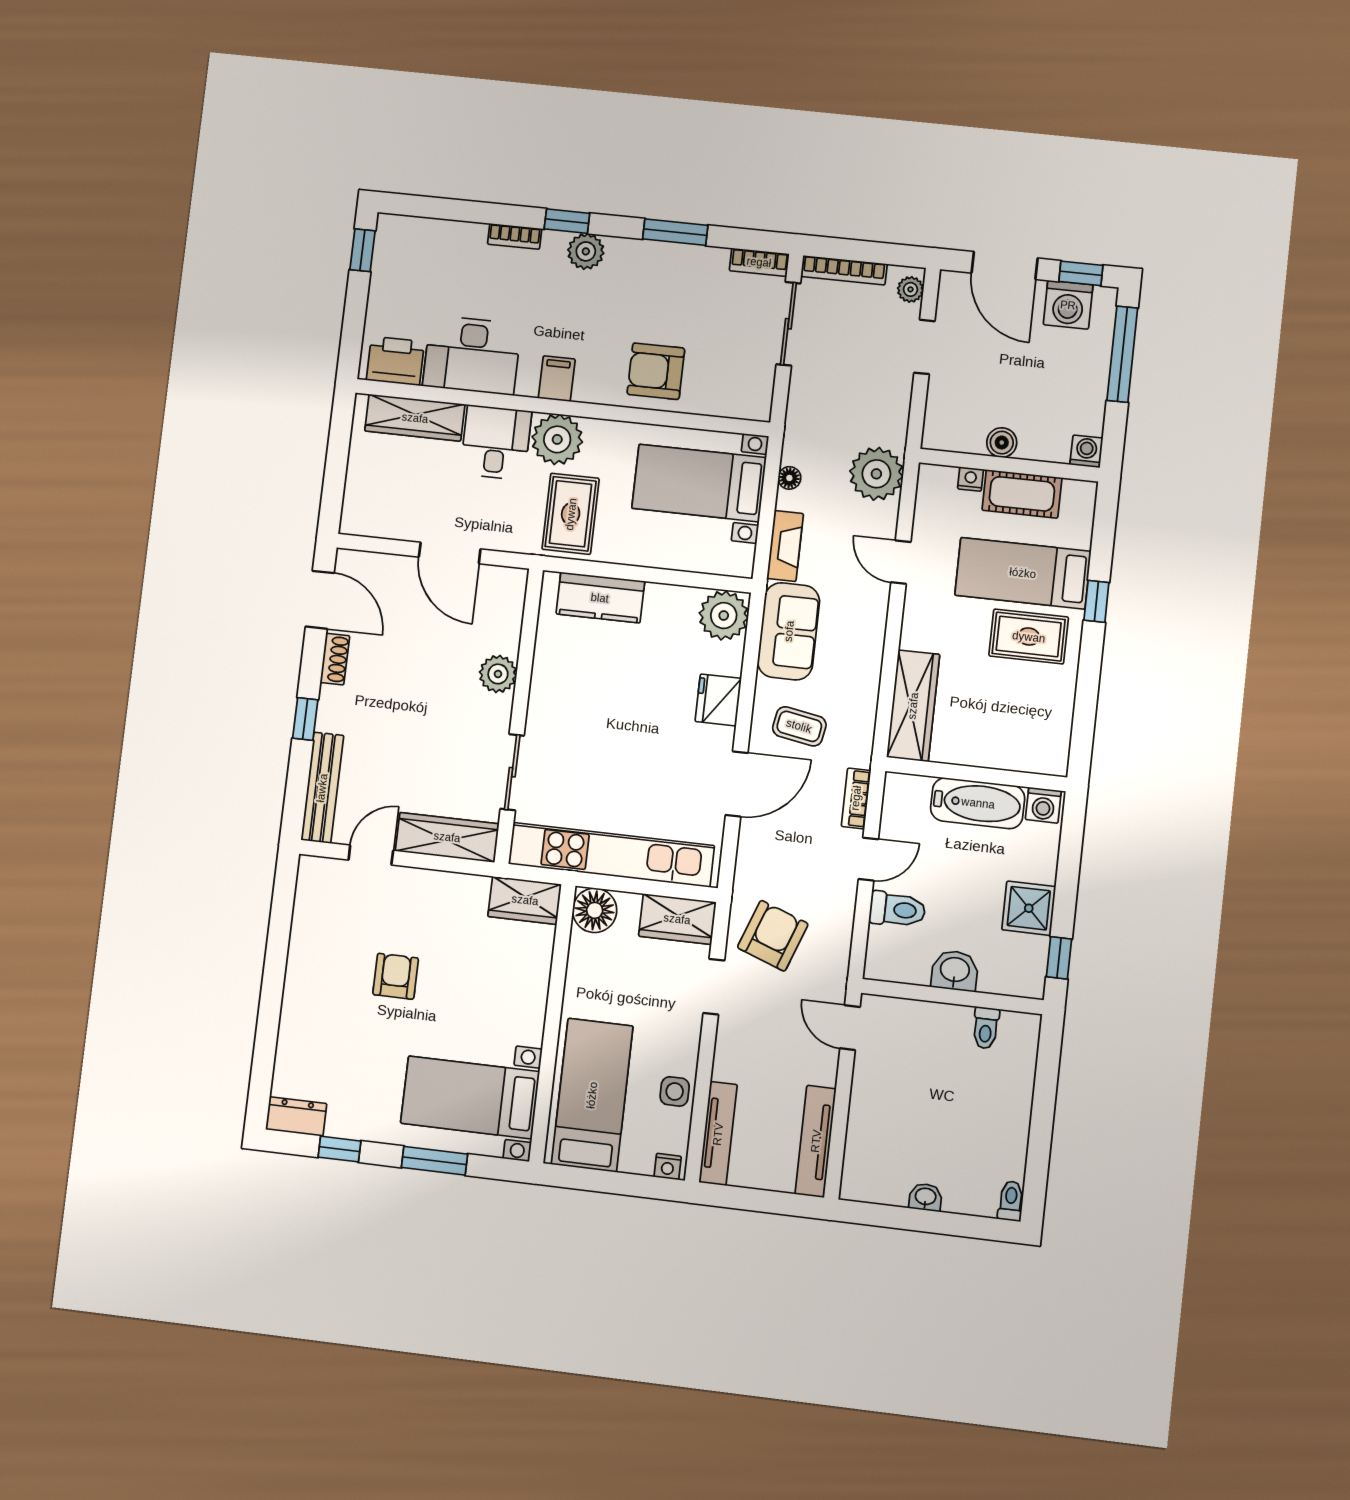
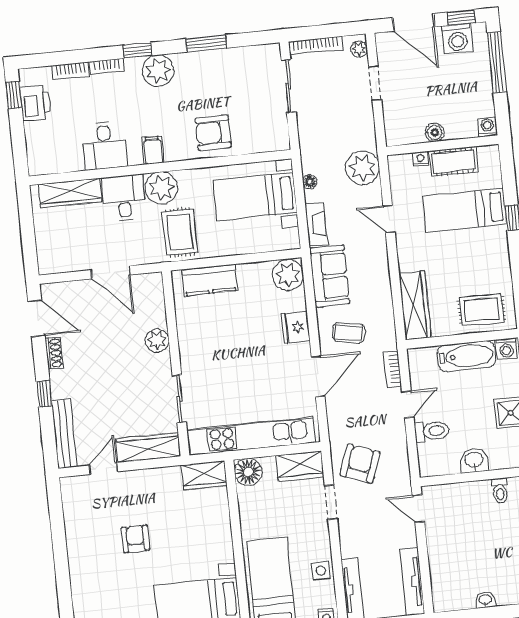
plant: (586, 251) -> (158, 71), width x1.36, depth x1.36
bookcase: (759, 262) -> (71, 71), moved
desk: (472, 355) -> (105, 146), width x0.73
printer: (395, 361) -> (35, 103), moved, turned 90
rug: (1029, 637) -> (482, 310), moved

